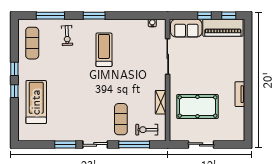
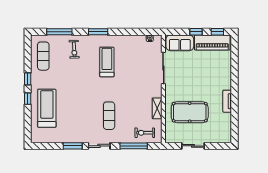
exercise mat: (121, 119) -> (109, 116), moved

